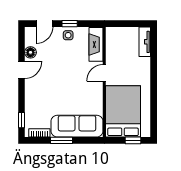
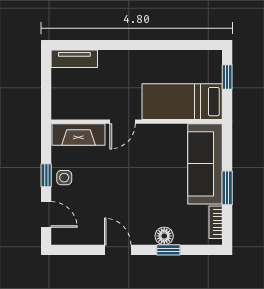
floor lamp: (30, 52) -> (164, 236), moved
door: (104, 73) -> (123, 122), hinge flipped
bed: (123, 111) -> (182, 102), width x0.67
window: (21, 120) -> (168, 250), moved

